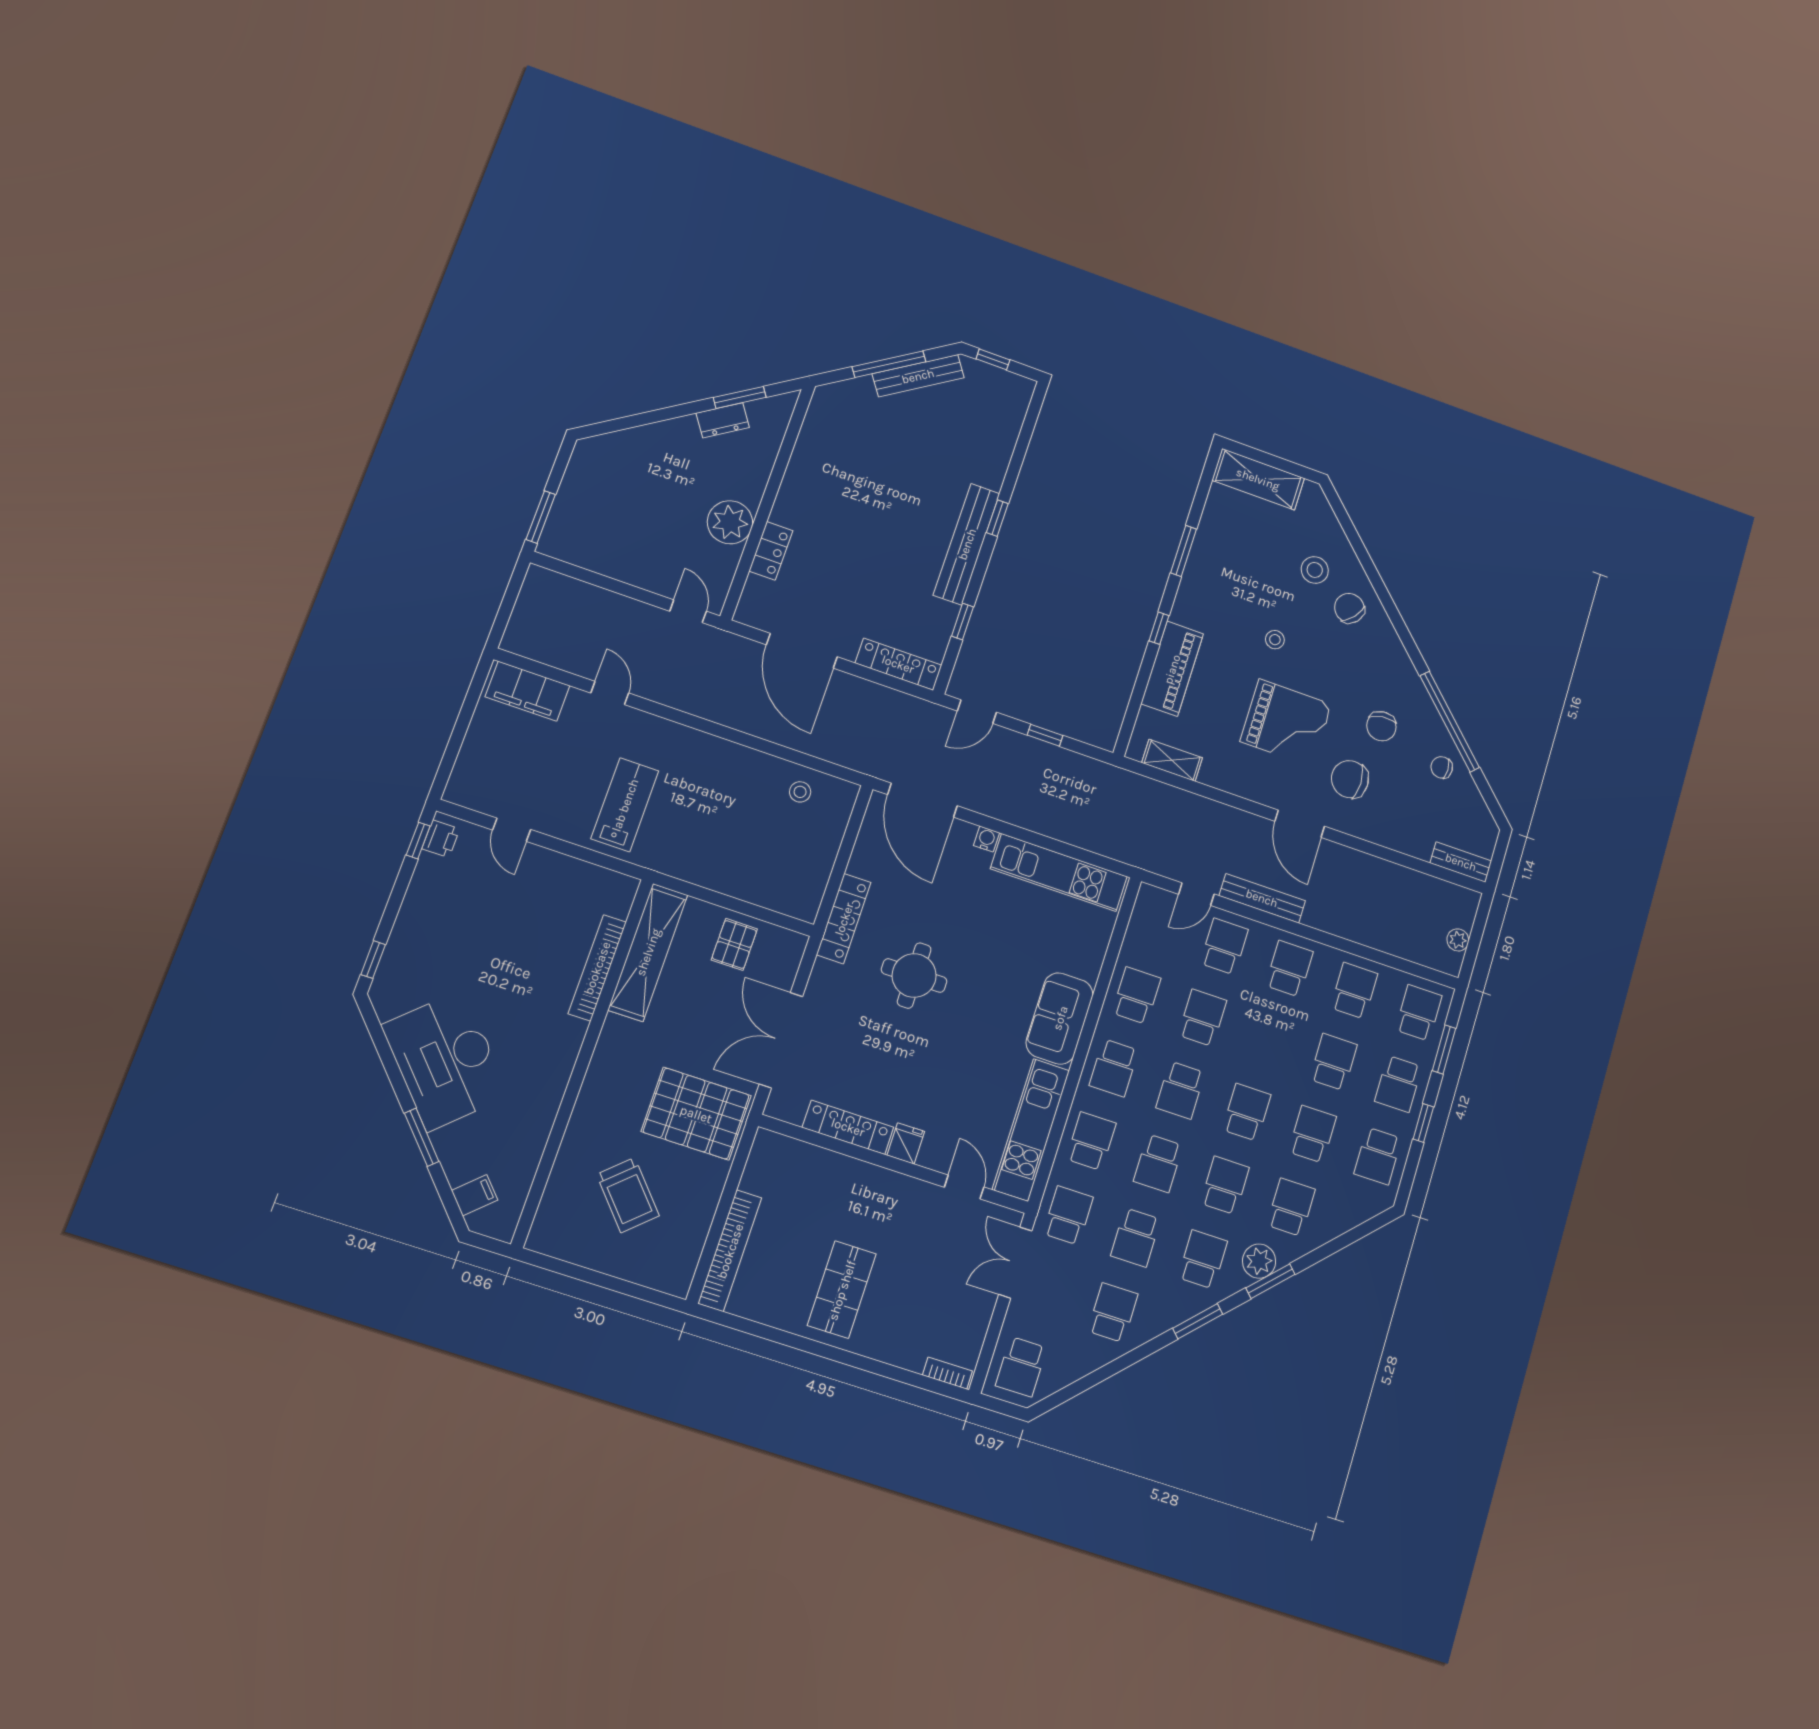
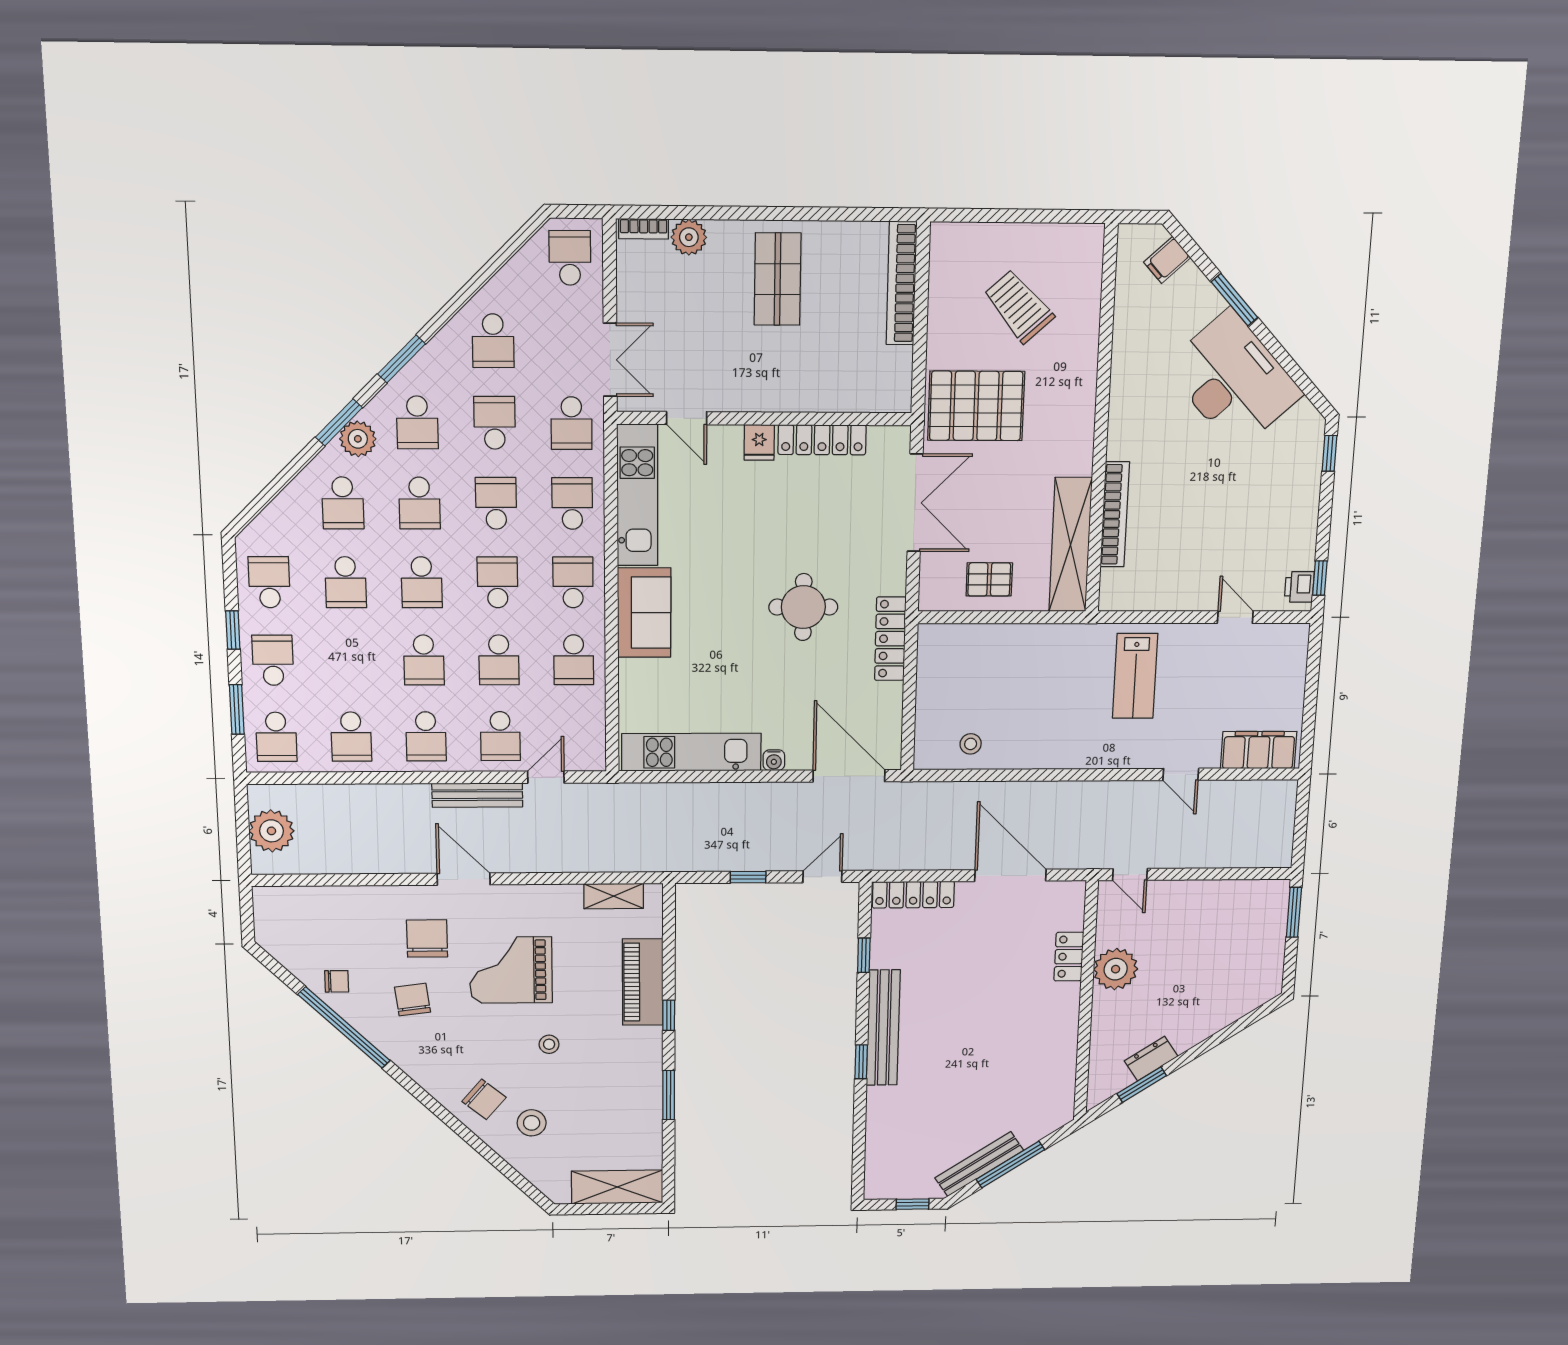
chair: (1350, 779) -> (427, 939), turned -90
bench: (1461, 862) -> (284, 897), removed
plant: (1458, 940) -> (271, 831), width x1.87, depth x1.87
pallet: (734, 944) -> (989, 579), turned 90
school desk: (1333, 1062) -> (424, 660), moved
school desk: (1091, 1141) -> (572, 503), turned 180
plant: (909, 1353) -> (689, 237), added

